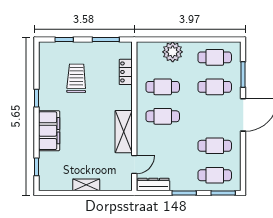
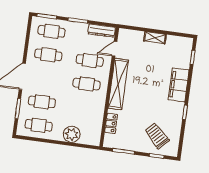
trolley: (76, 78) -> (157, 136), moved, turned 134
cafe table: (163, 87) -> (90, 61), moved
shelving: (124, 132) -> (118, 84), width x1.47

